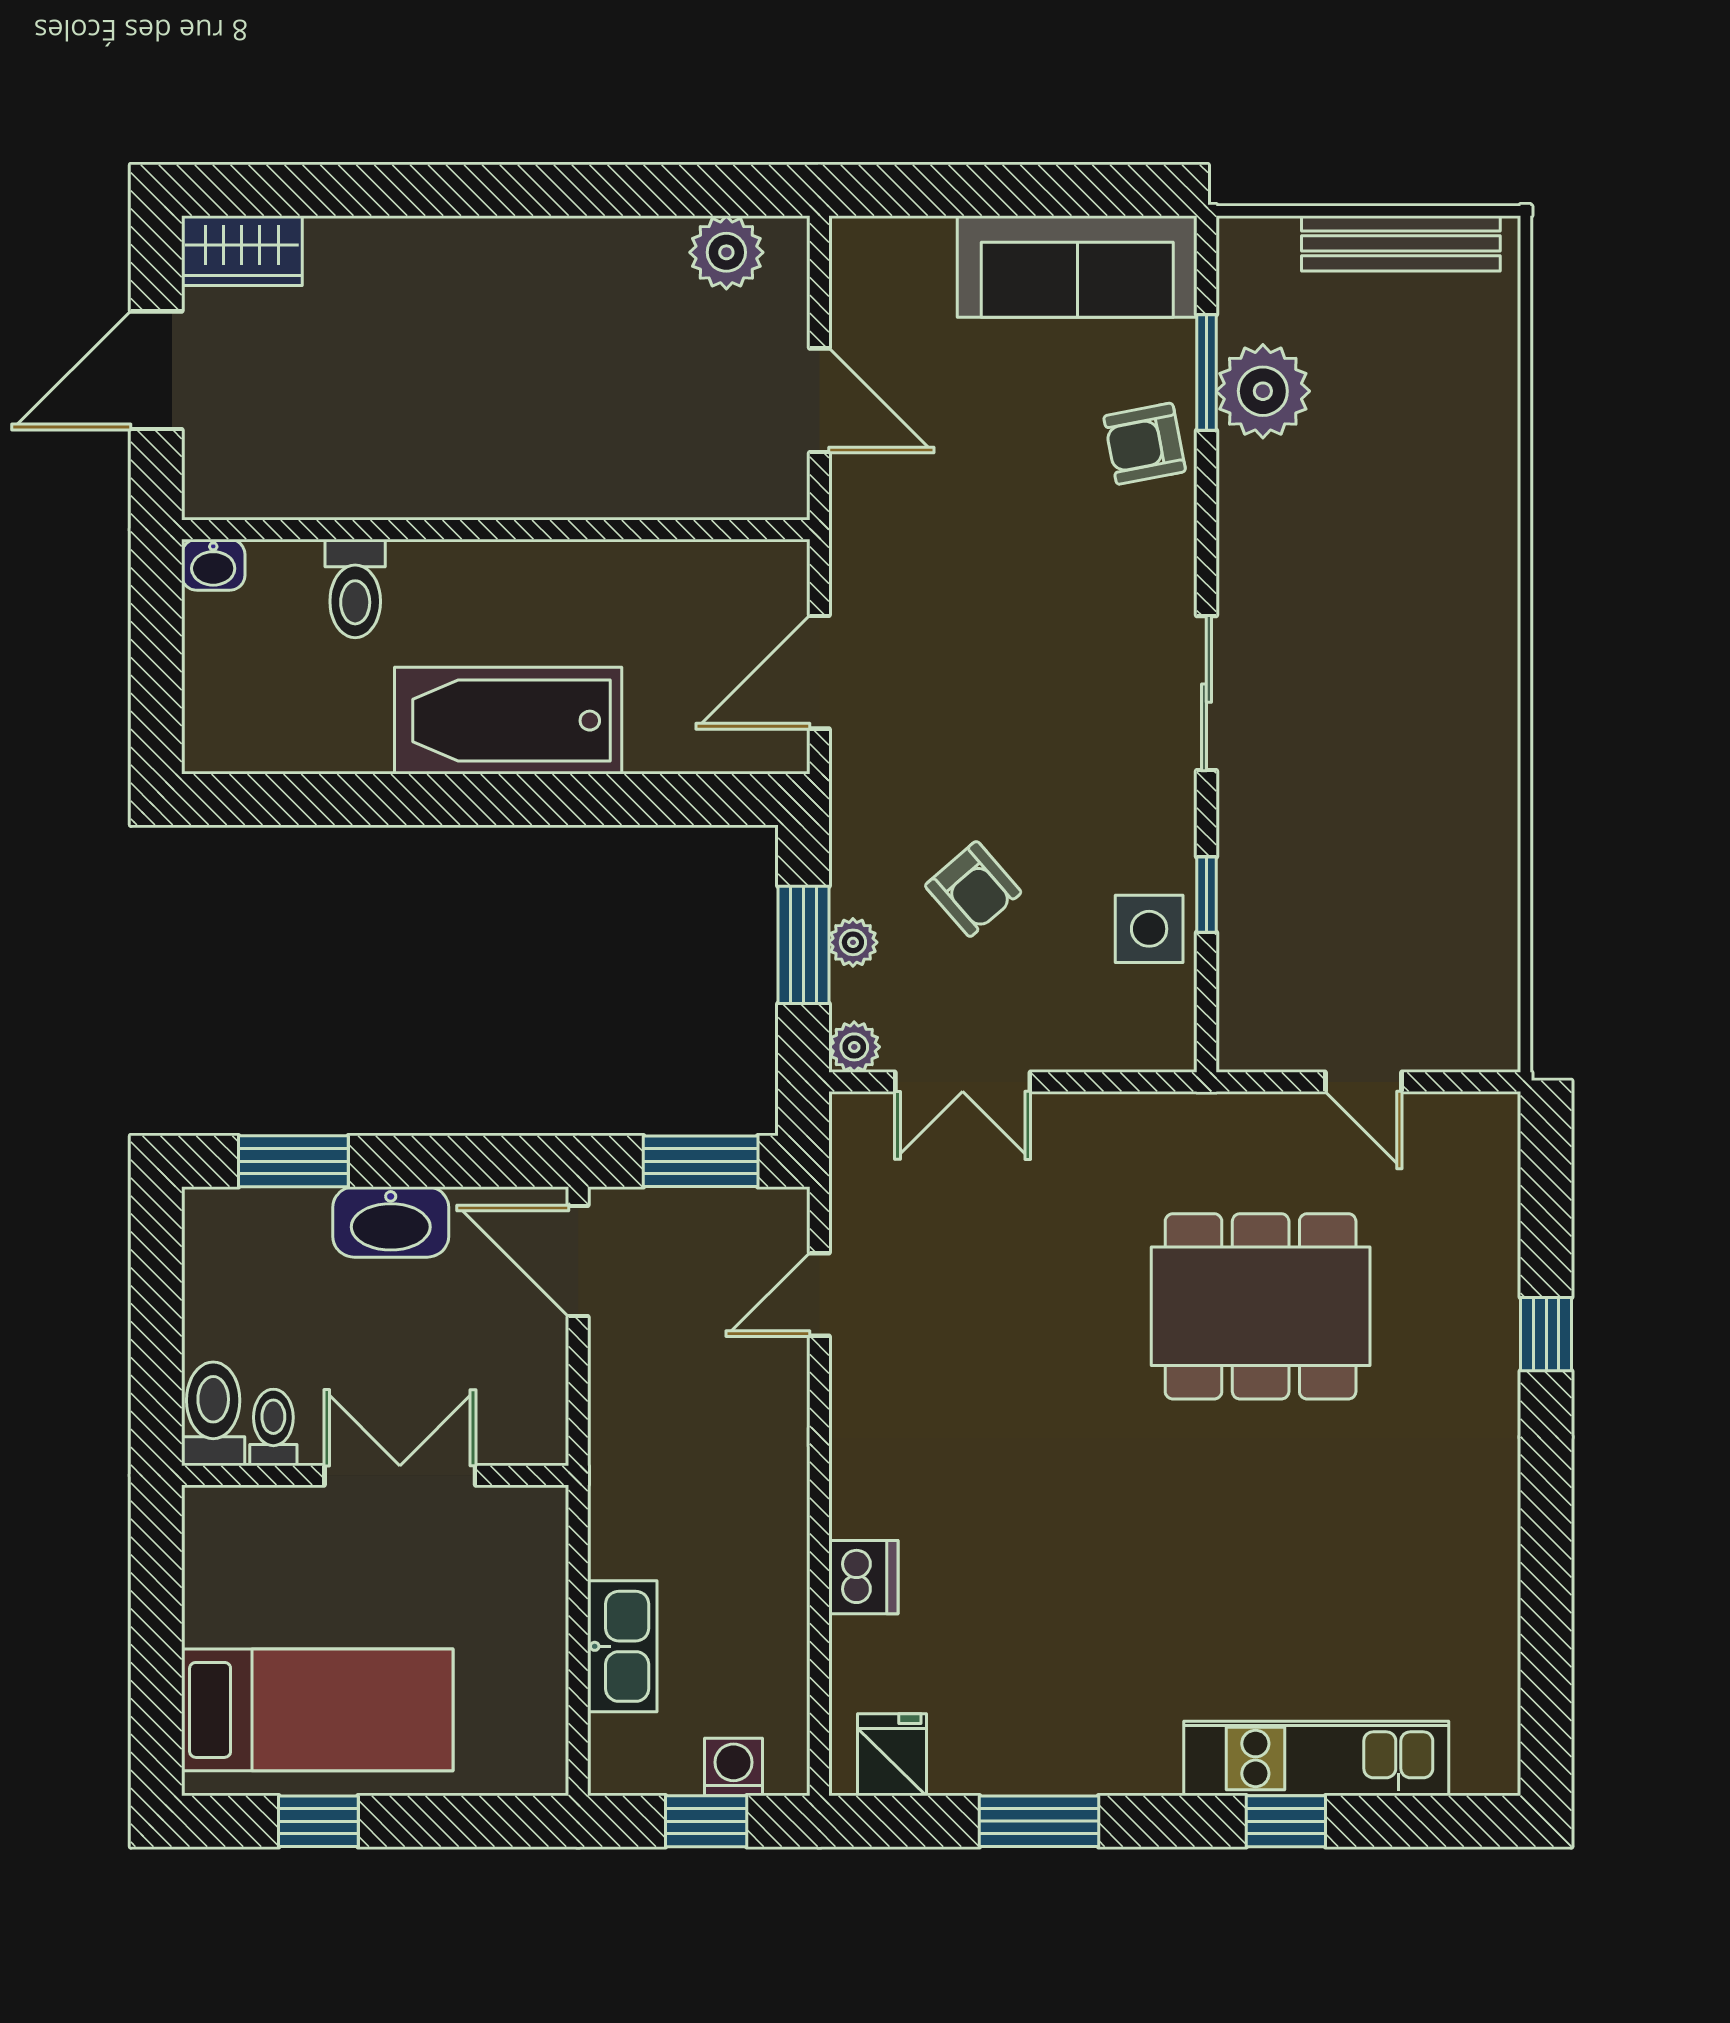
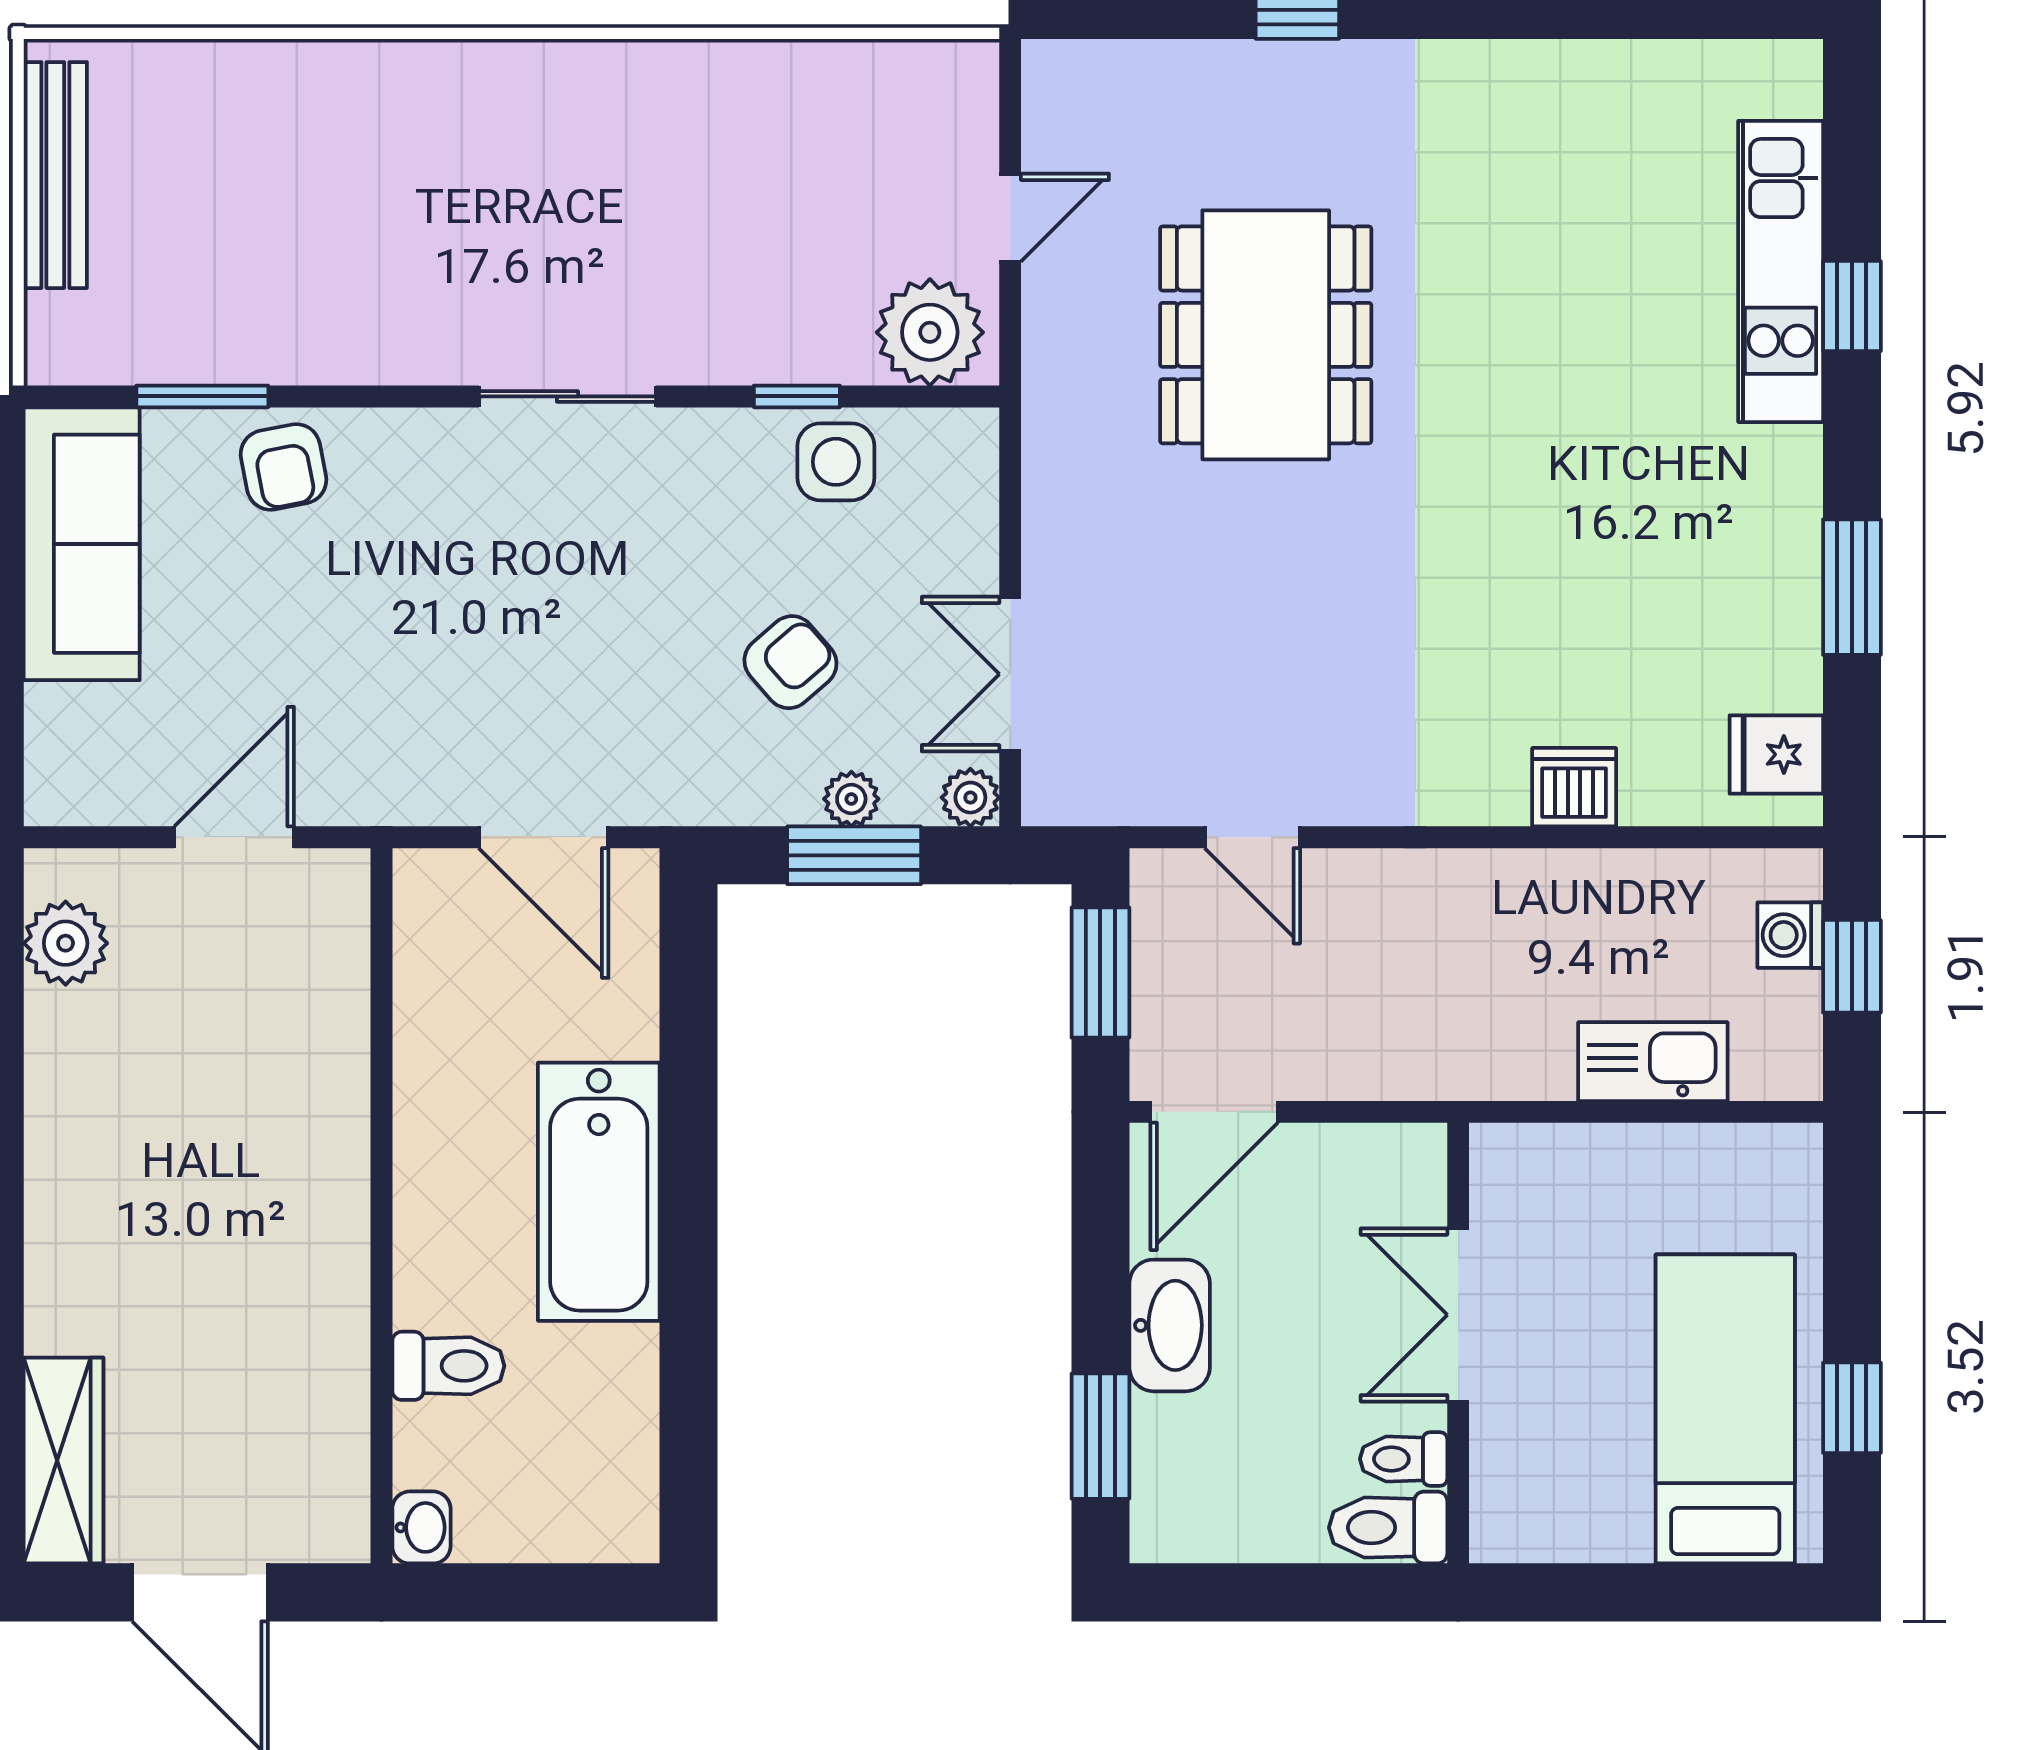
wardrobe: (242, 251) -> (64, 1461), width x1.50
plant: (1263, 391) -> (930, 332), moved
double door: (963, 1082) -> (1010, 674), swing flipped

